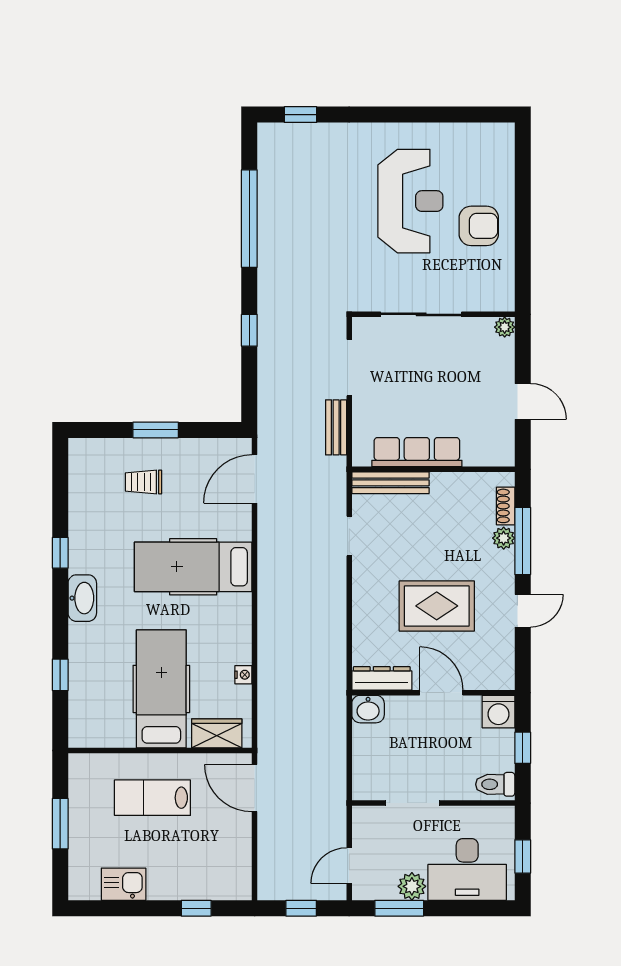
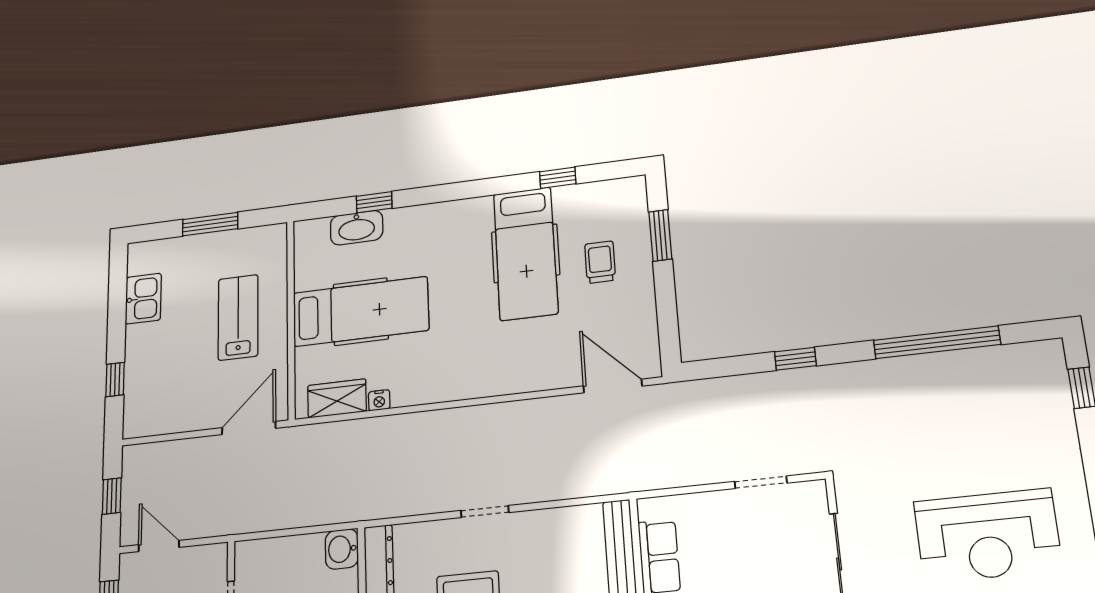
doorway: (349, 368) -> (761, 482), width x0.73
bench: (336, 427) -> (684, 474), removed
window: (156, 430) -> (660, 235), moved
doorway: (349, 536) -> (485, 511), moved
window: (60, 553) -> (558, 178), moved
hospital bed: (193, 567) -> (526, 253), moved, turned 180
washbasin: (82, 598) -> (357, 228), moved
wardrobe: (217, 733) -> (337, 398), moved, turned -90

